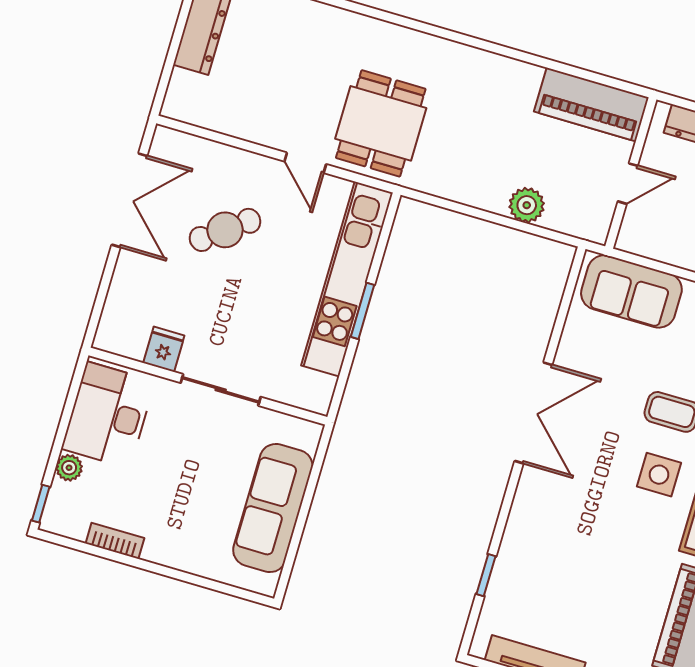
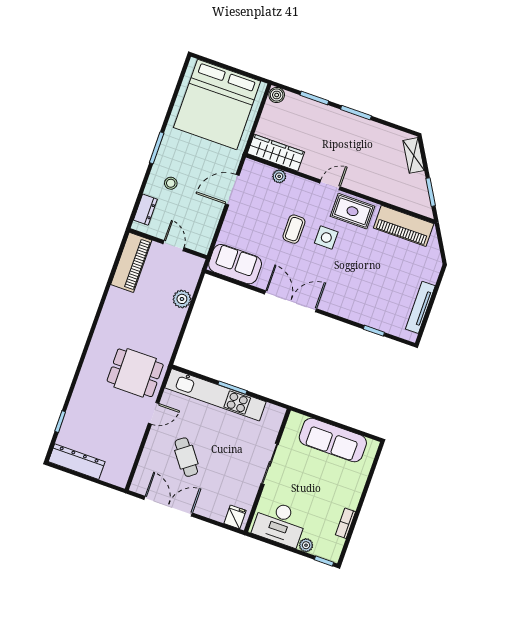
sofa: (631, 291) -> (235, 264), moved, turned -90
fridge: (164, 349) -> (235, 517), moved, turned 90

